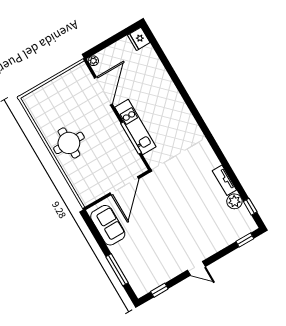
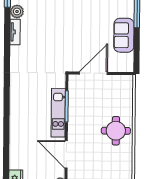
door: (103, 91) -> (66, 154), hinge flipped
sofa: (108, 225) -> (124, 35), moved

